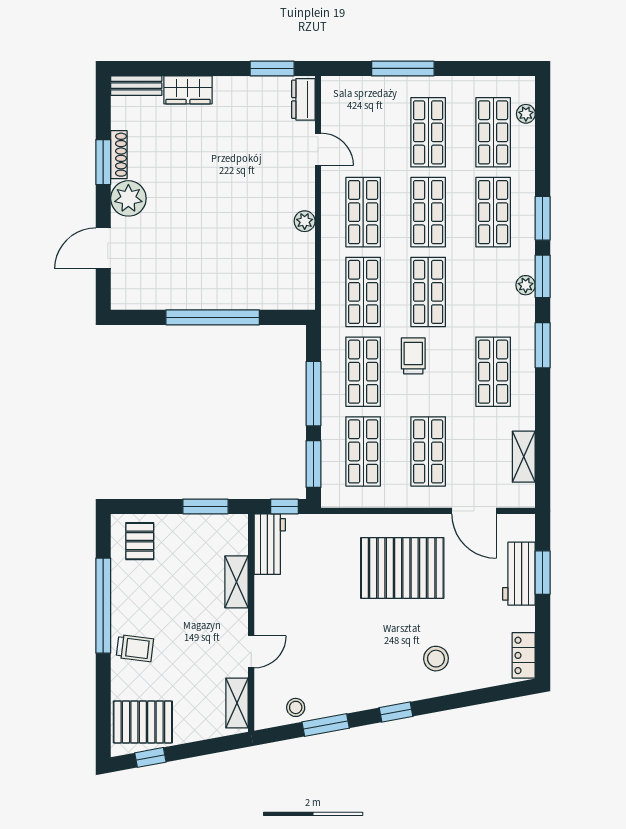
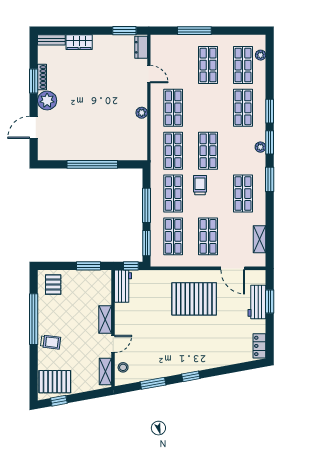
shop shelf: (428, 212) -> (208, 108), removed
shelving: (237, 582) -> (105, 320), moved
stool: (436, 659) -> (212, 348), removed
stool: (296, 707) -> (123, 367), moved

